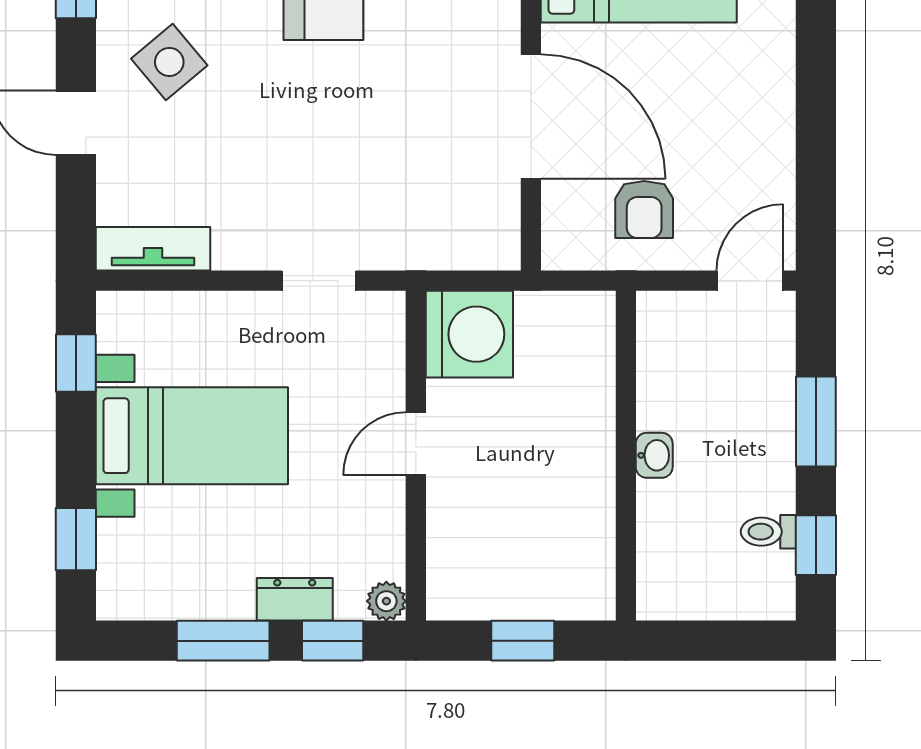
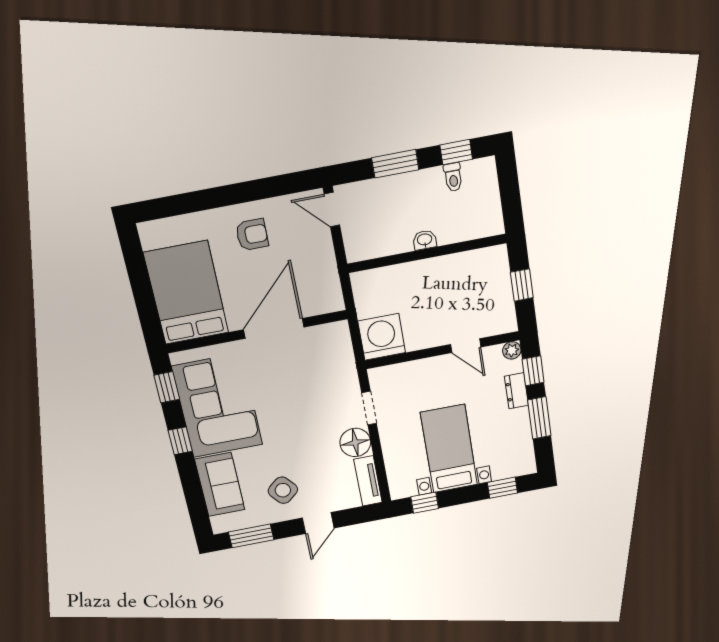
armchair: (644, 210) -> (252, 235), moved
floor lamp: (247, 237) -> (355, 442), added
door: (416, 444) -> (466, 346), moved

